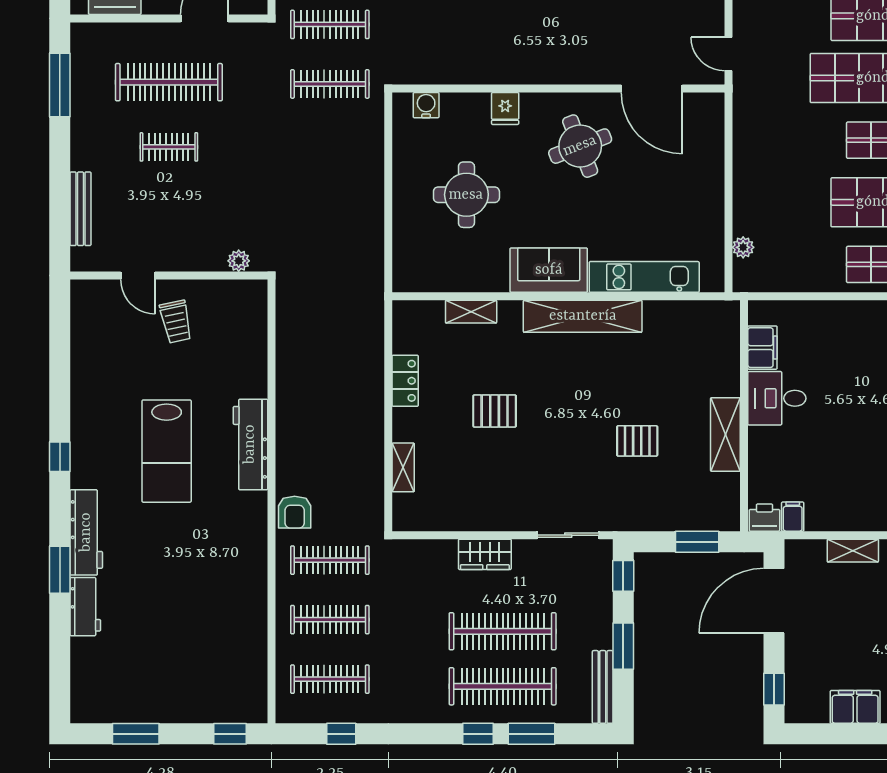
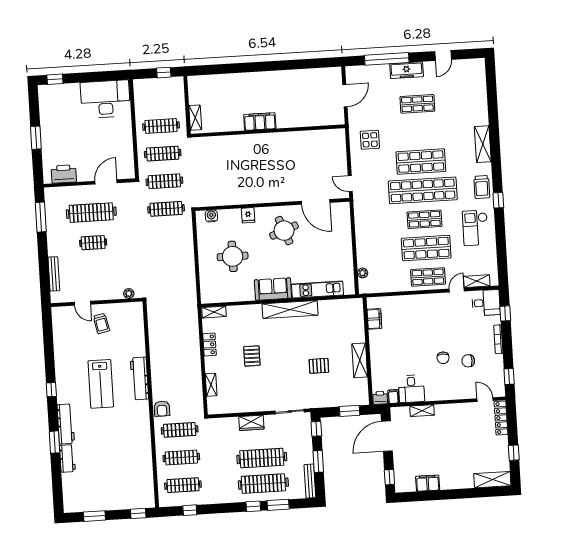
shelving: (471, 312) -> (214, 312), moved
desk: (777, 398) -> (411, 389), moved, turned -90
pallet: (495, 411) -> (252, 356), turned 90

